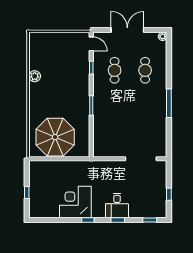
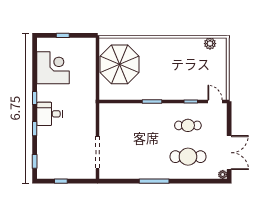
double door: (127, 30) -> (229, 153), moved
door: (91, 44) -> (215, 102), swing flipped
cafe table: (145, 70) -> (188, 157), width x1.37, depth x1.35
plant: (35, 76) -> (210, 44), moved
corner desk: (75, 202) -> (53, 68), moved
desk: (117, 205) -> (49, 114), moved

